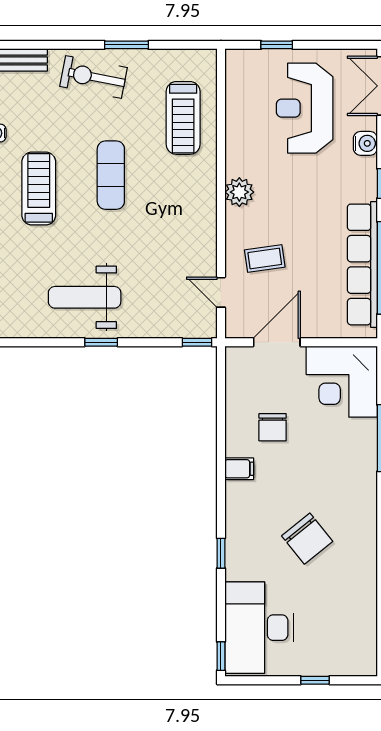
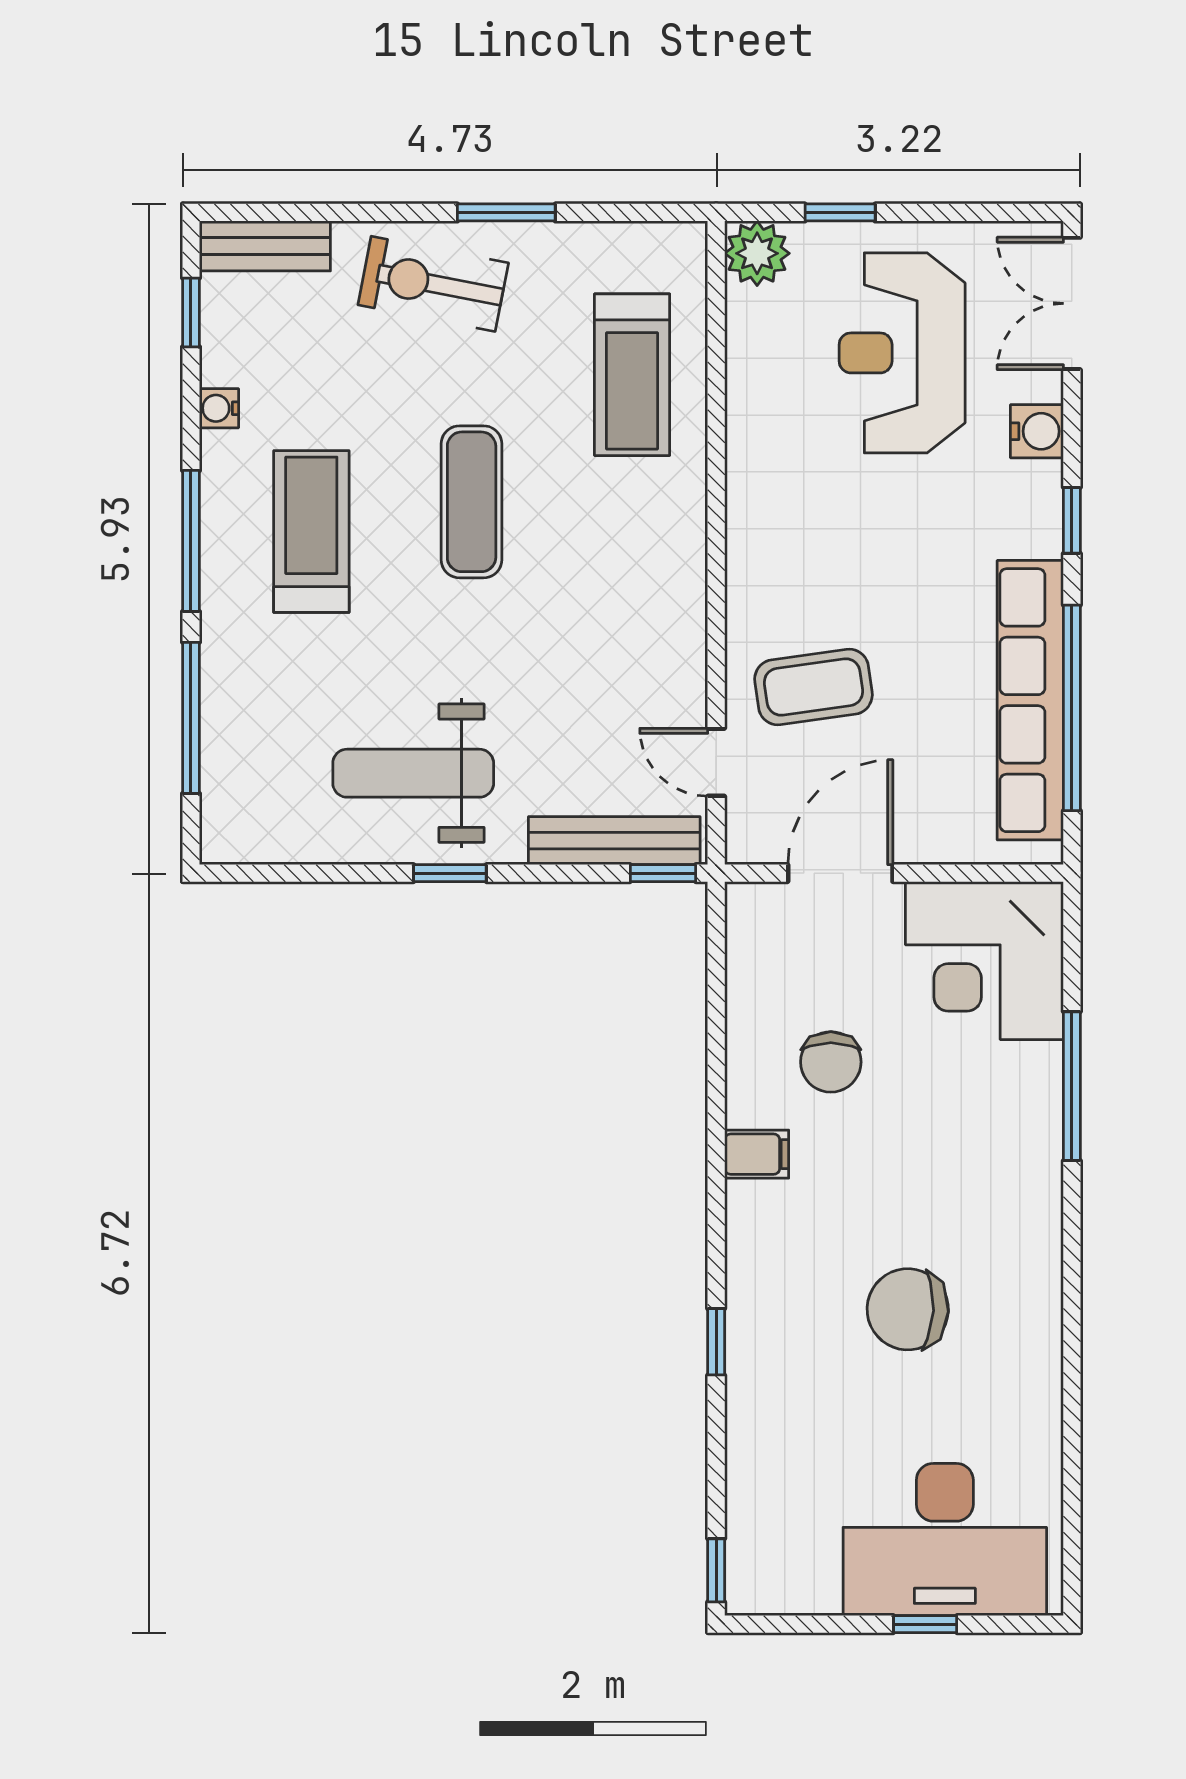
plant: (239, 192) -> (757, 253), moved
coffee table: (265, 258) -> (813, 687), width x1.36, depth x1.30
bench: (175, 328) -> (614, 841), added
chair: (307, 539) -> (908, 1309), turned 132
desk: (259, 628) -> (945, 1539), moved, turned -90

